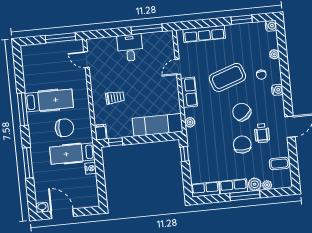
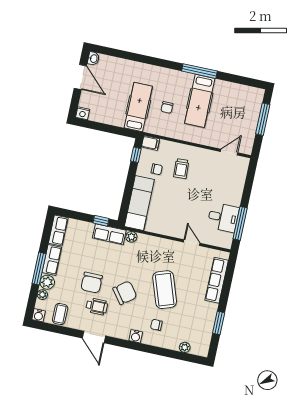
water cooler: (271, 26) -> (39, 315), moved
window: (60, 38) -> (263, 119), moved
desk: (130, 48) -> (223, 217), moved
plant: (274, 54) -> (185, 347), moved
row of seats: (189, 92) -> (109, 234), moved
chair: (122, 119) -> (157, 169), added
chair: (64, 128) -> (167, 107), width x0.54, depth x0.54
wheelchair: (262, 133) -> (97, 306), turned 180
chair: (242, 144) -> (92, 283), turned 90
window: (28, 163) -> (143, 59), removed
nightstand: (91, 168) -> (83, 113), moved
door: (62, 214) -> (80, 77), hinge flipped

